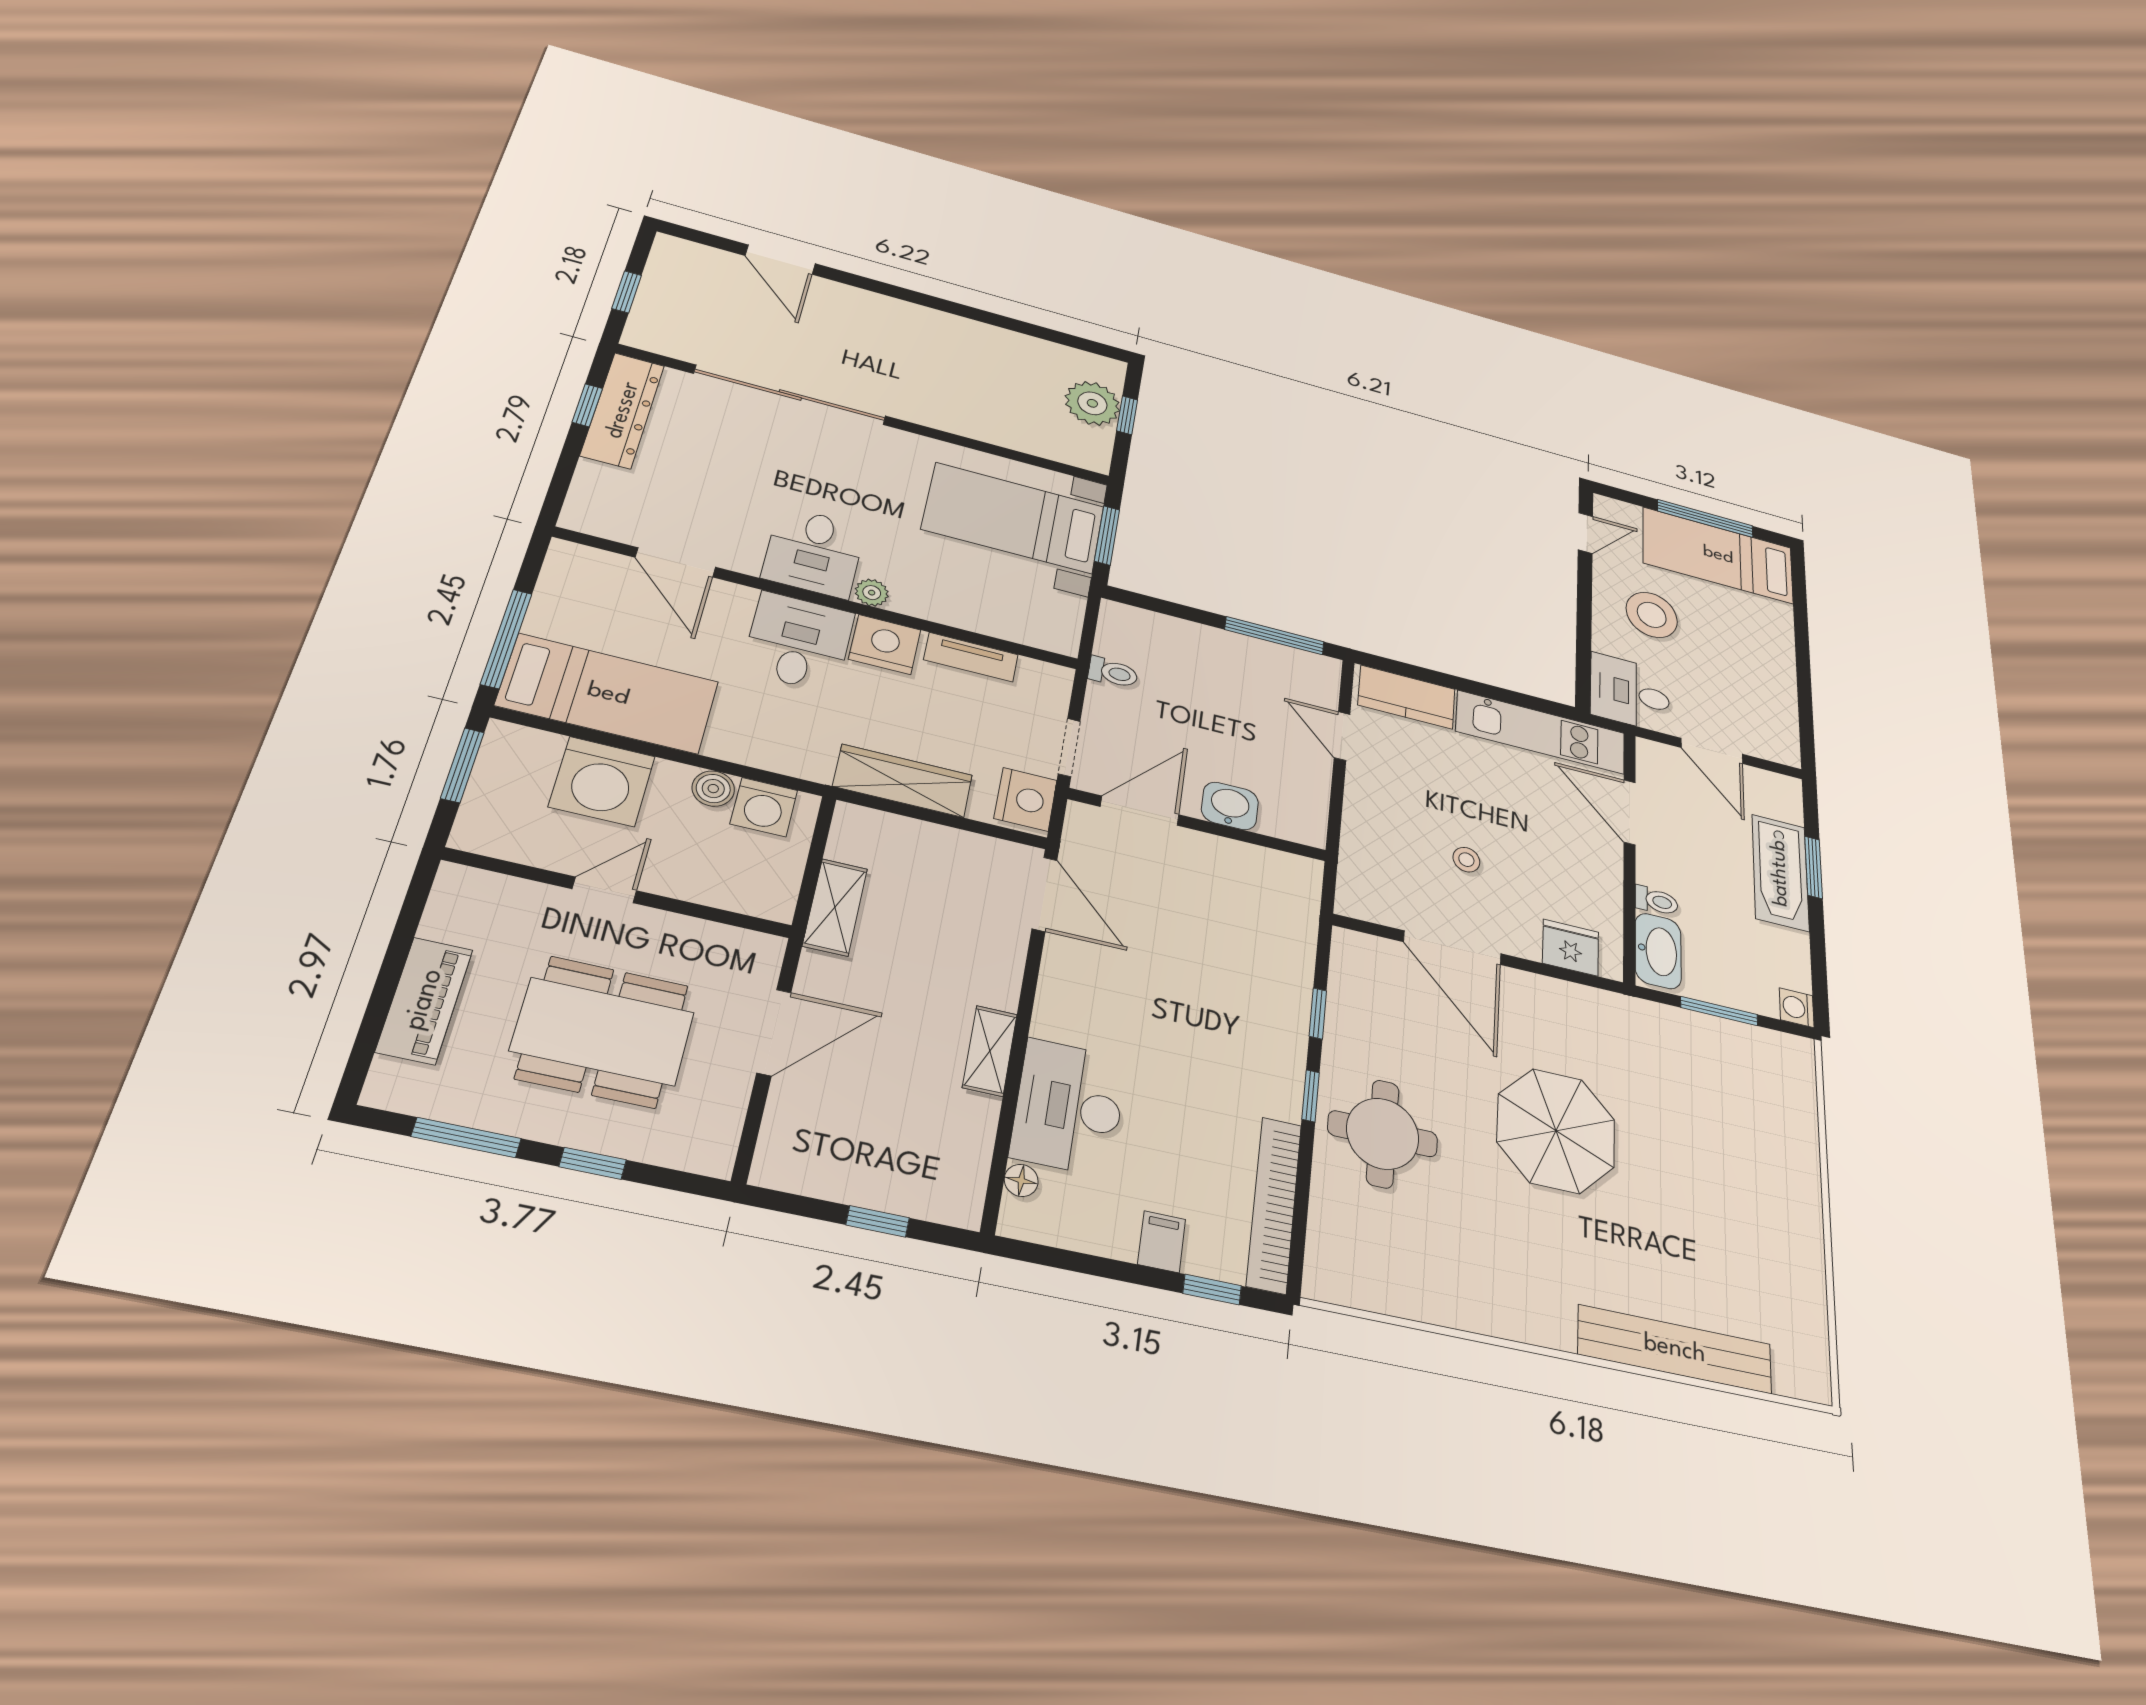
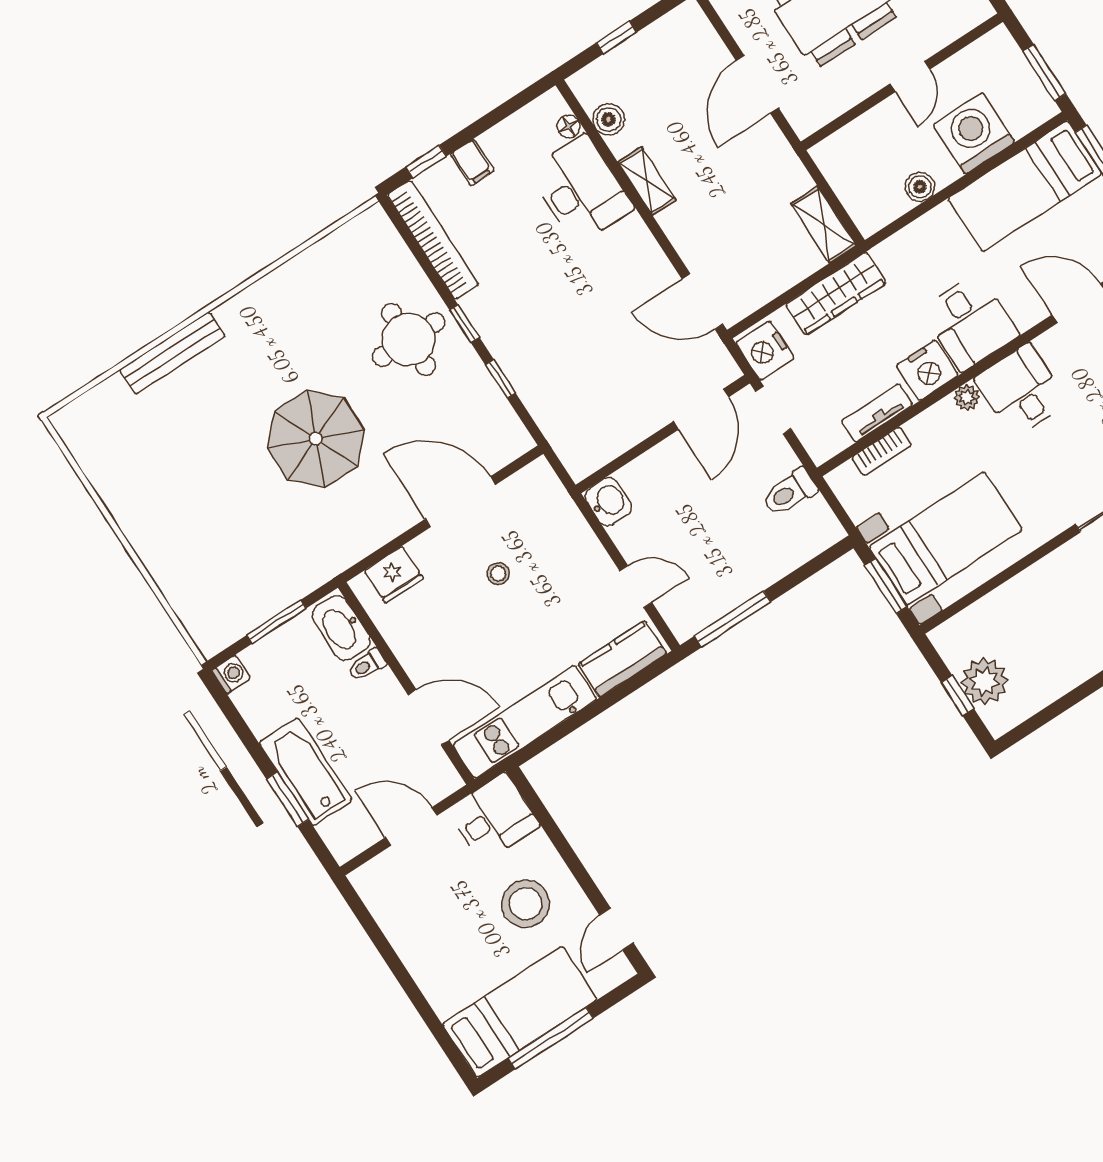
bookcase: (1000, 627) -> (882, 451), added
toilet: (1113, 673) -> (790, 492), width x1.37, depth x1.39
washbasin: (1230, 806) -> (608, 501), moved, turned -90
washing machine: (764, 807) -> (886, 203), removed
shelving: (835, 907) -> (824, 225), moved
boiler: (971, 1147) -> (609, 119), added
bench: (1675, 1349) -> (172, 353), width x0.73, depth x0.82

